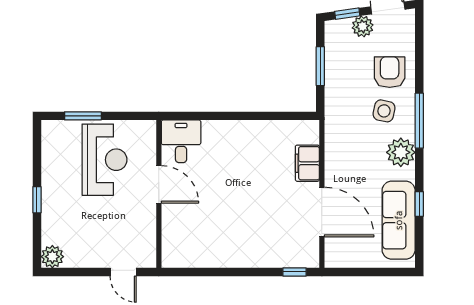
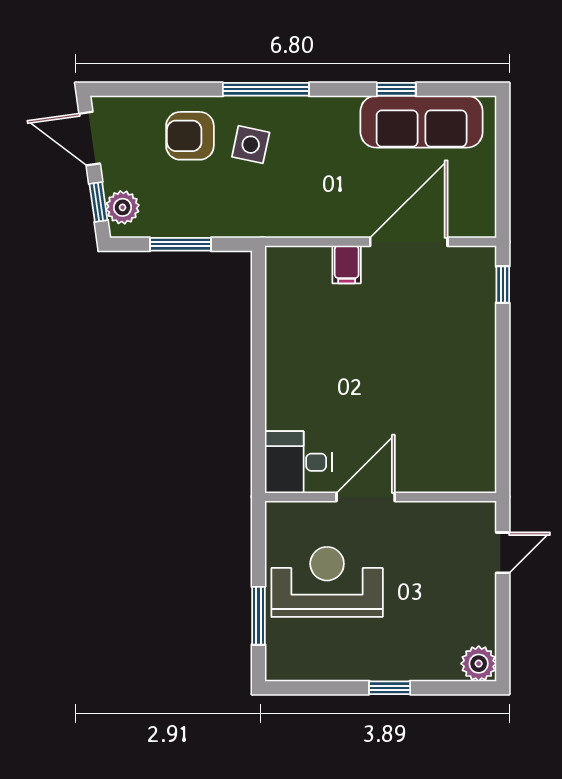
plant: (363, 26) -> (123, 207), moved
plant: (401, 152) -> (315, 118), removed
filing cabinet: (307, 163) -> (347, 265), width x0.50

